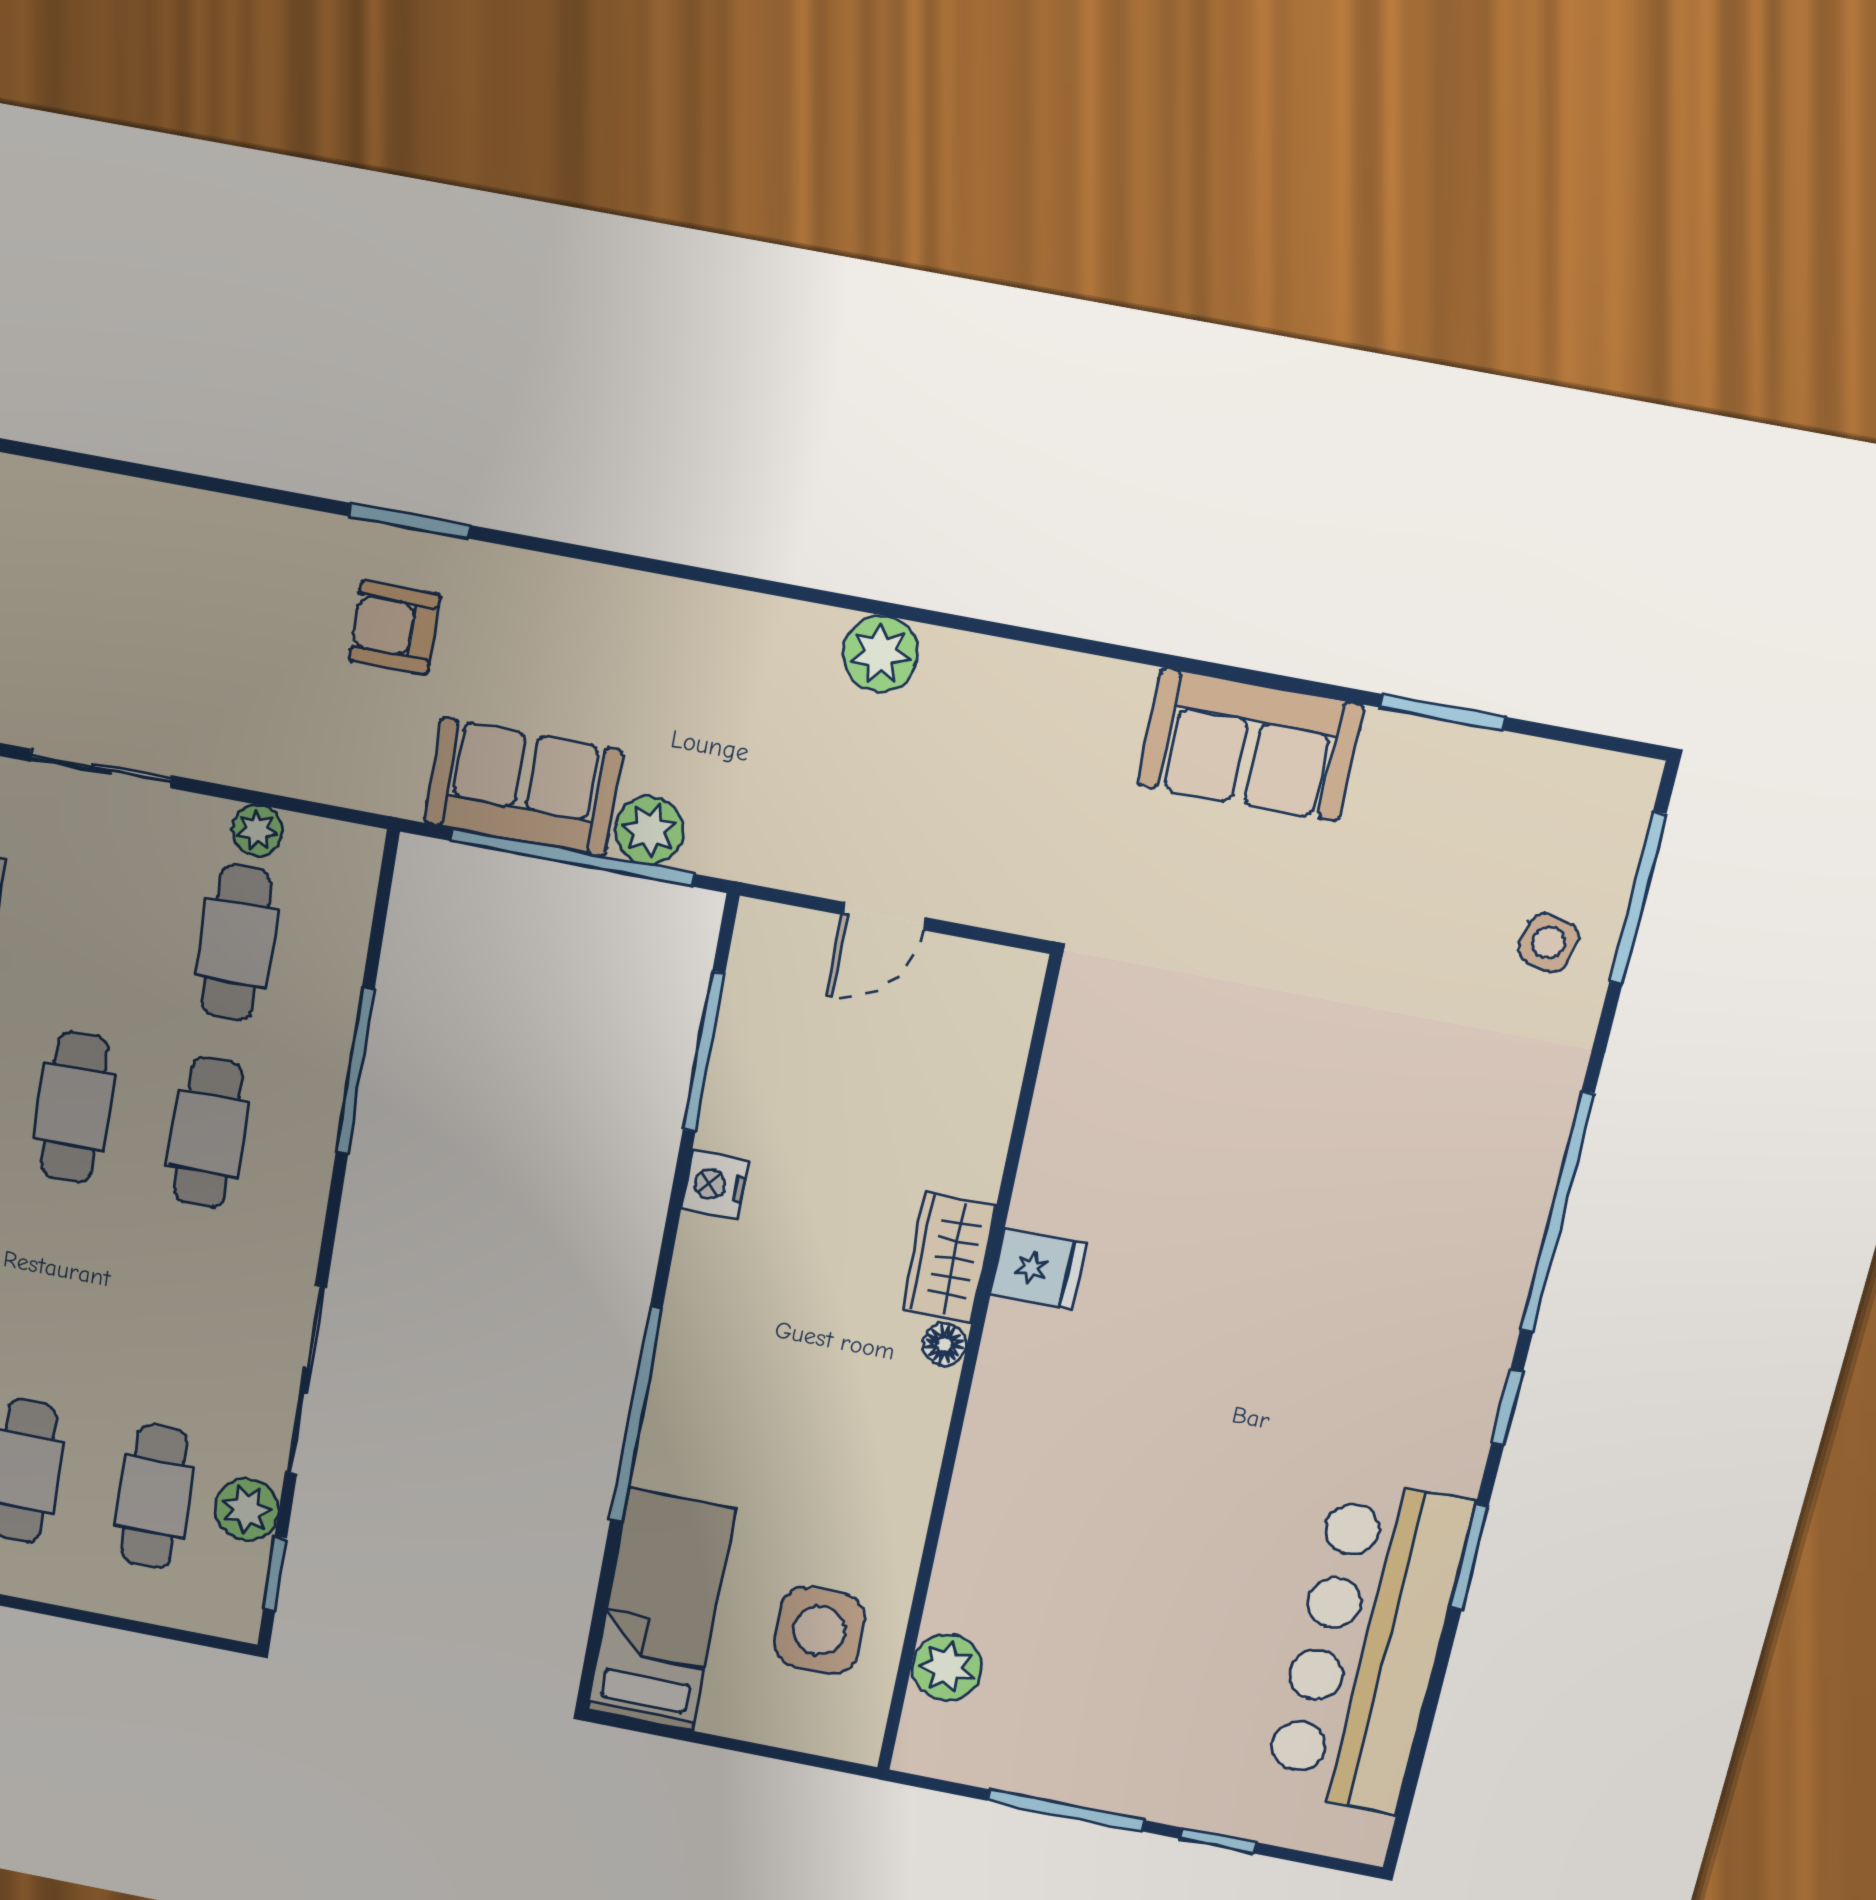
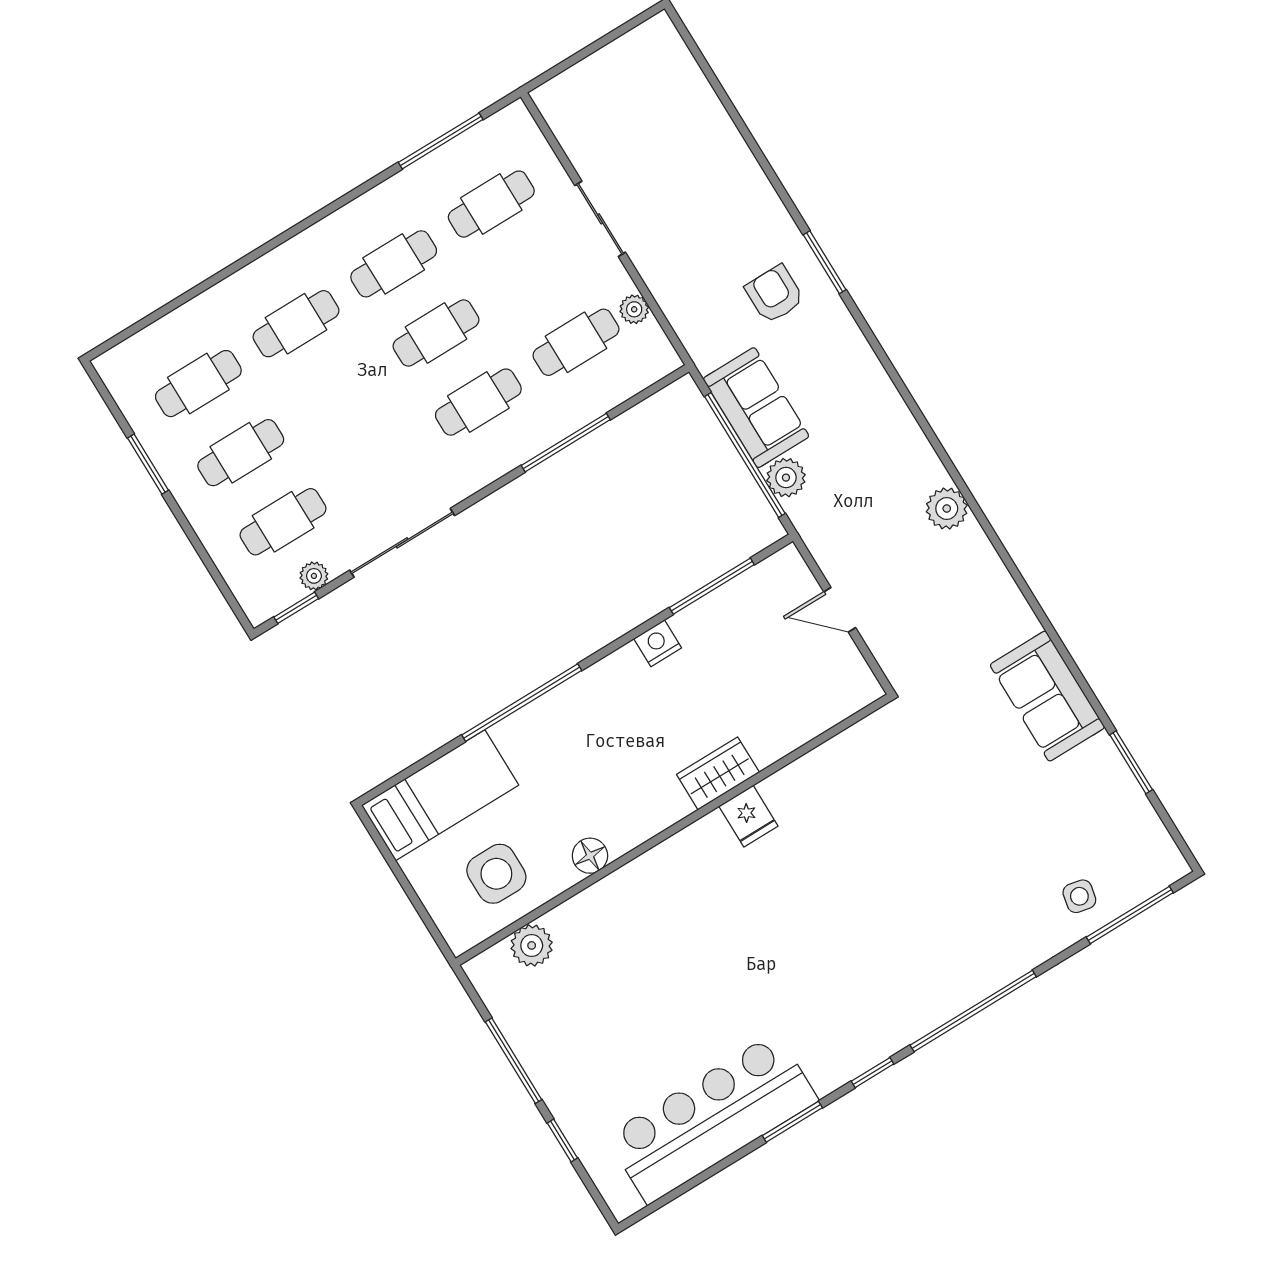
floor lamp: (944, 1345) -> (590, 856), moved, width x1.37, depth x1.37
plant: (247, 1509) -> (314, 576), width x0.73, depth x0.73

